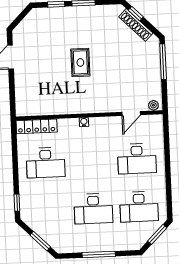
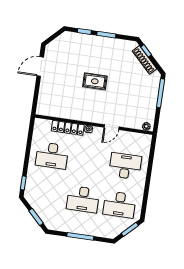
rug: (80, 62) -> (95, 81), turned 90
door: (131, 114) -> (112, 127), moved
locker: (37, 126) -> (68, 128), moved
desk: (137, 159) -> (125, 166), turned 180

